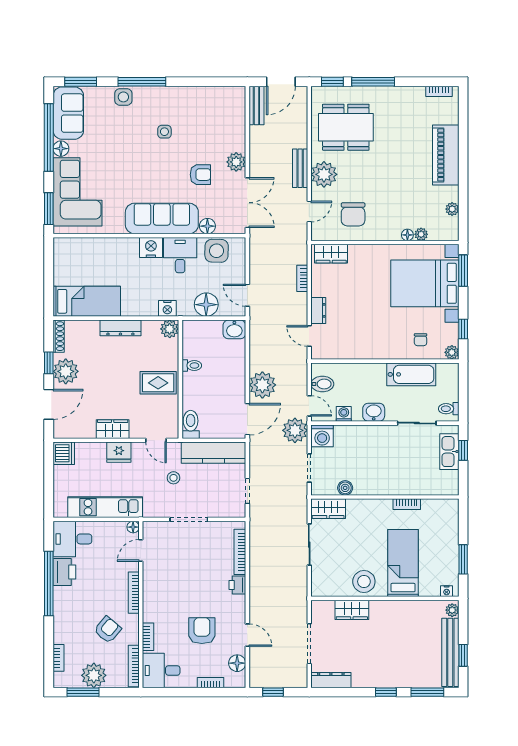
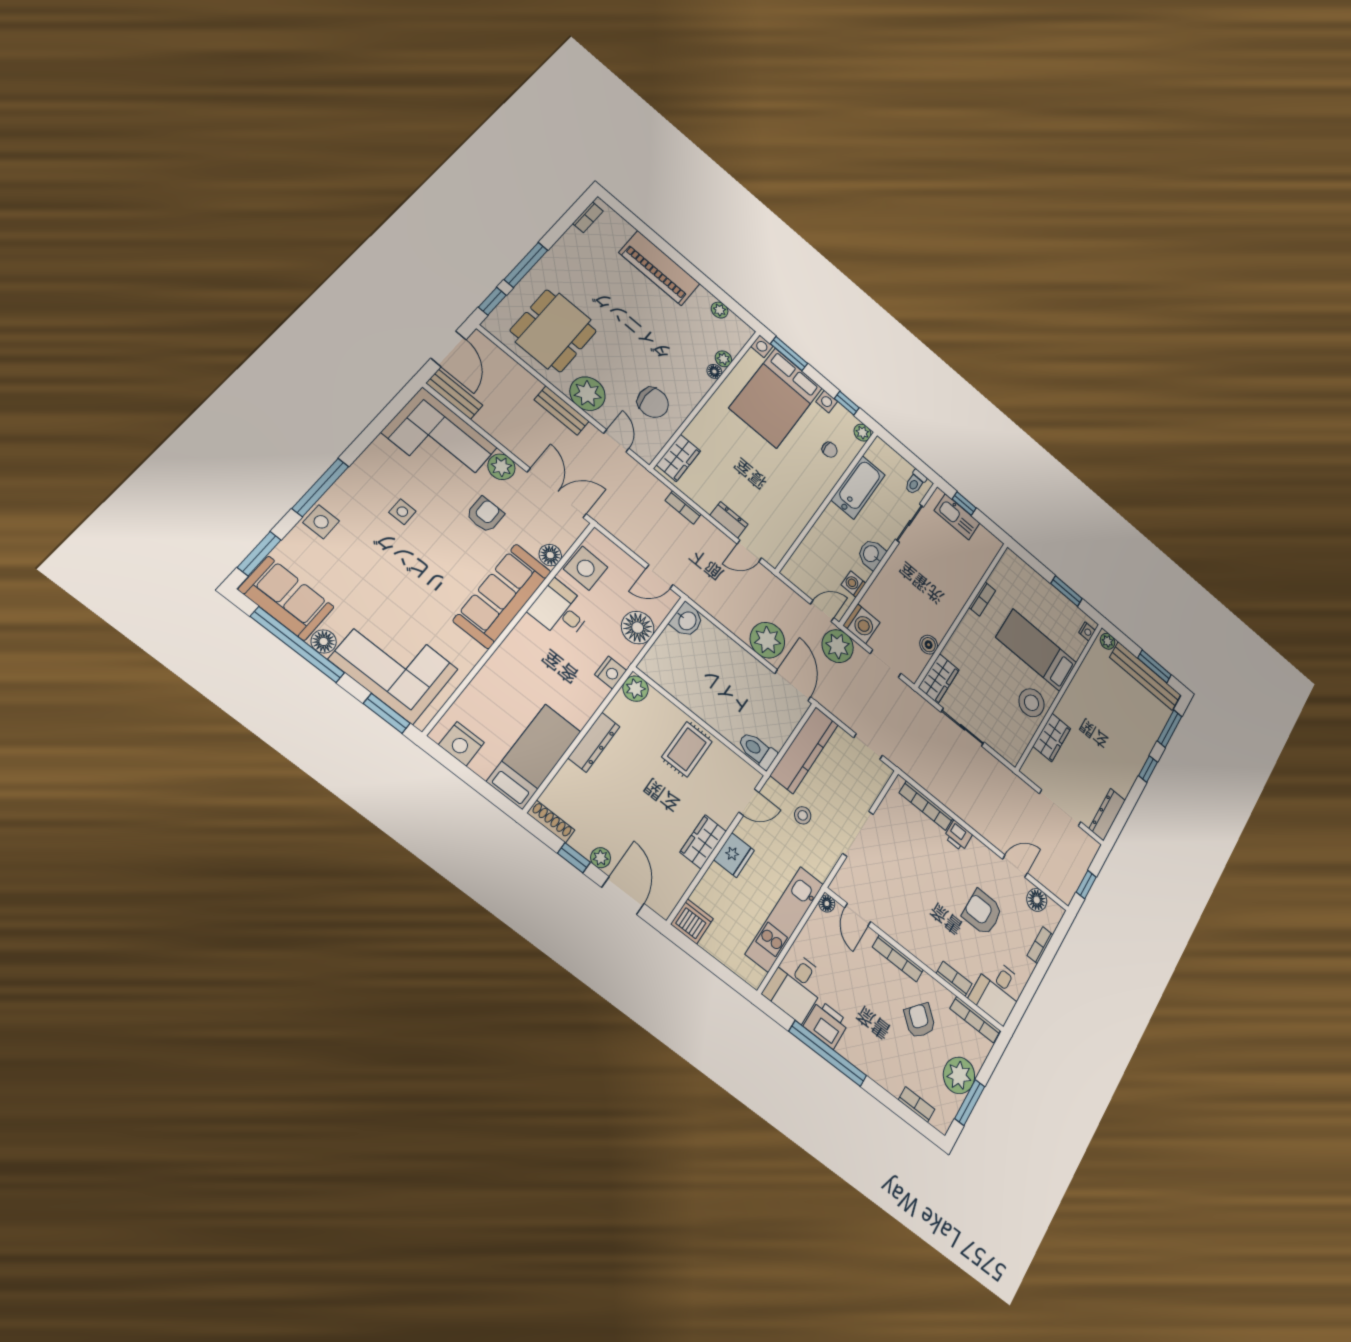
corner sofa: (222, 119) -> (439, 440), added
nightstand: (151, 247) -> (461, 744), moved, turned -90
toilet: (192, 366) -> (694, 697), removed
plant: (66, 371) -> (601, 858), width x0.53, depth x0.53
bidet: (322, 384) -> (808, 580), removed
window: (463, 655) -> (1154, 666), width x1.50

